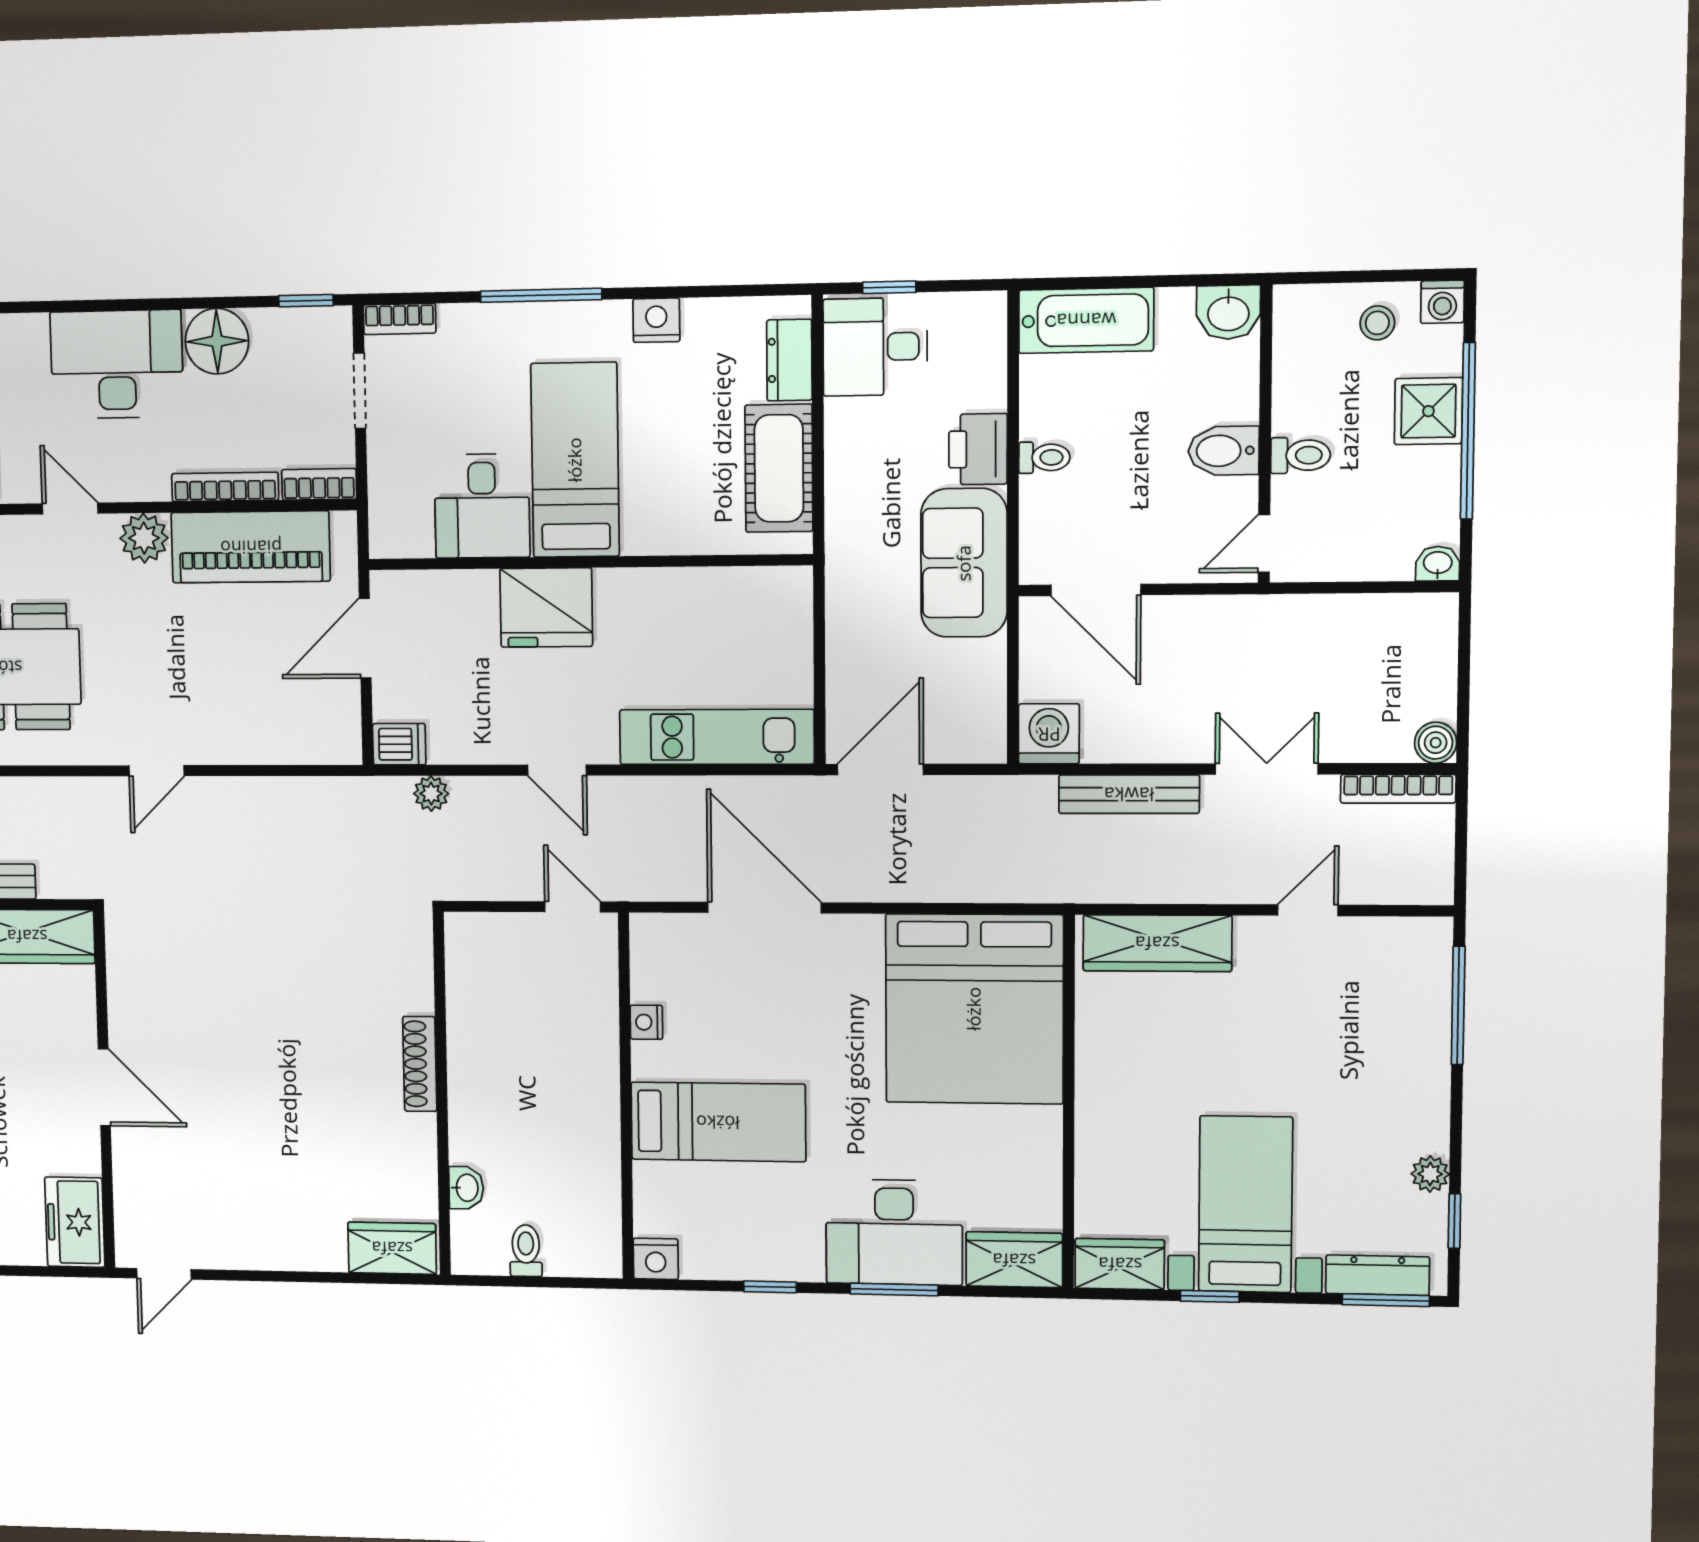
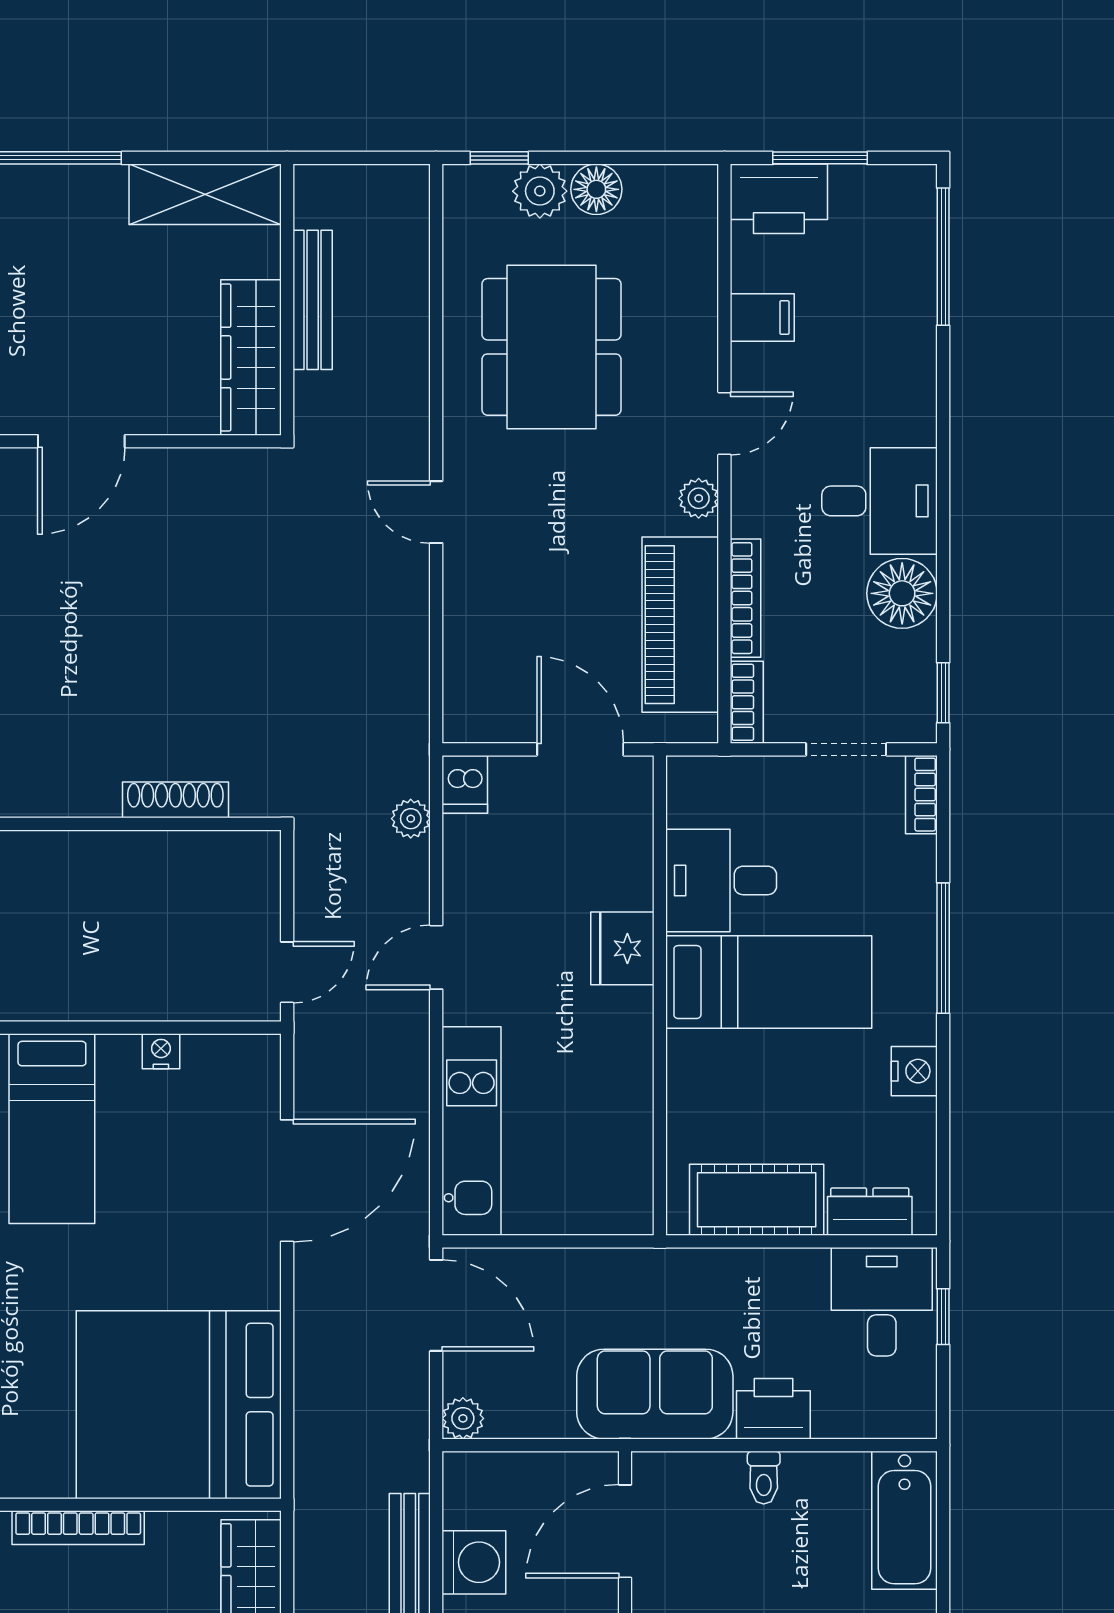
desk: (117, 364) -> (880, 501), width x0.73
plant: (144, 538) -> (699, 498), width x0.73, depth x0.73
fridge: (546, 607) -> (622, 948), width x0.73, depth x0.75
washing machine: (1049, 734) -> (474, 1562), moved
plant: (987, 744) -> (463, 1418), added
shoe rack: (420, 1064) -> (175, 800), moved
bookcase: (1090, 1103) -> (78, 1528), added

